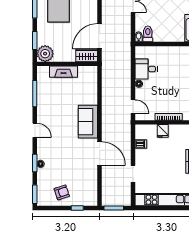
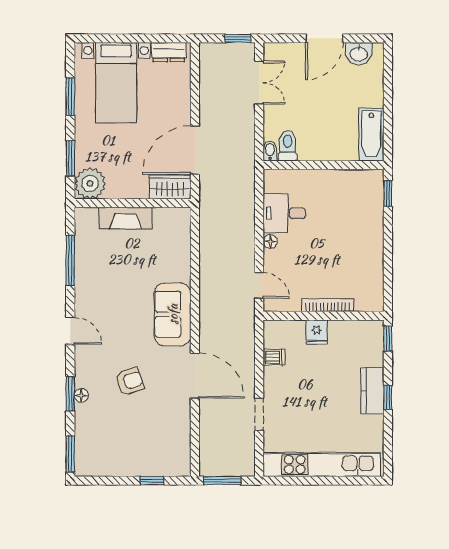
armchair: (62, 192) -> (130, 381), moved

